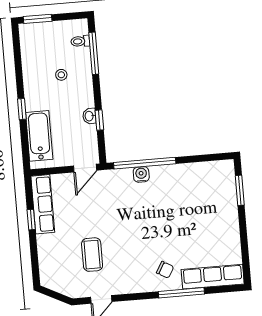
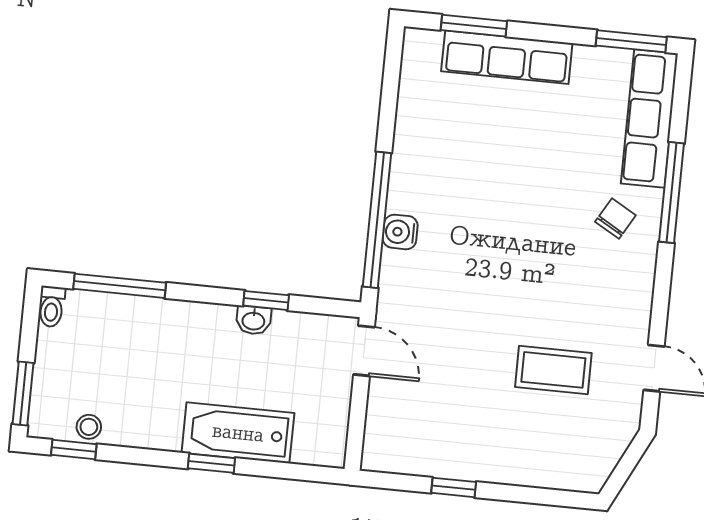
toilet: (80, 41) -> (52, 307), moved
window: (17, 46) -> (74, 450), added
stool: (61, 75) -> (89, 427), moved
bathtub: (39, 136) -> (238, 433), moved
row of seats: (43, 204) -> (507, 57), moved, turned 180
window: (246, 262) -> (631, 41), added

